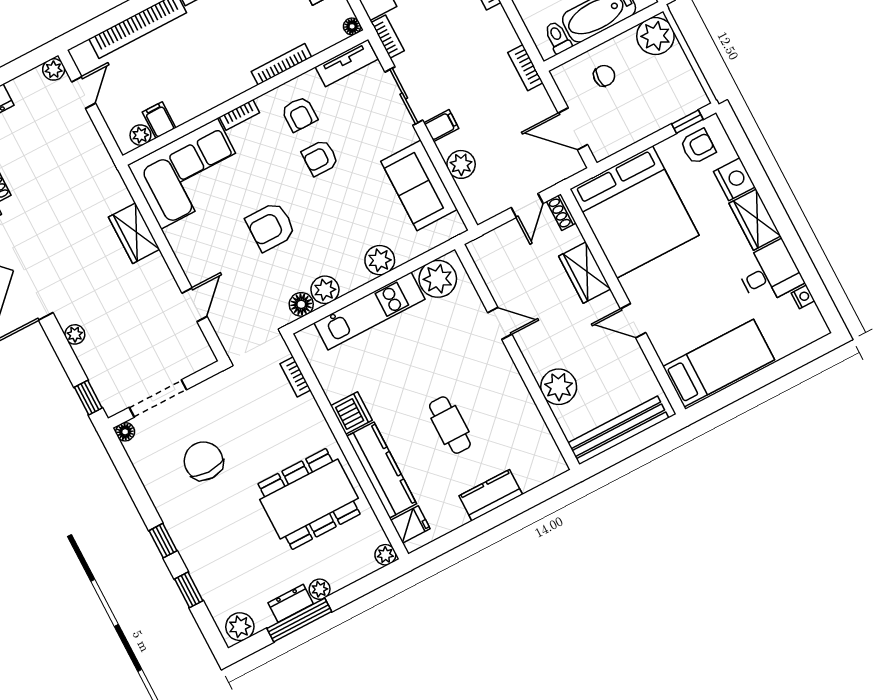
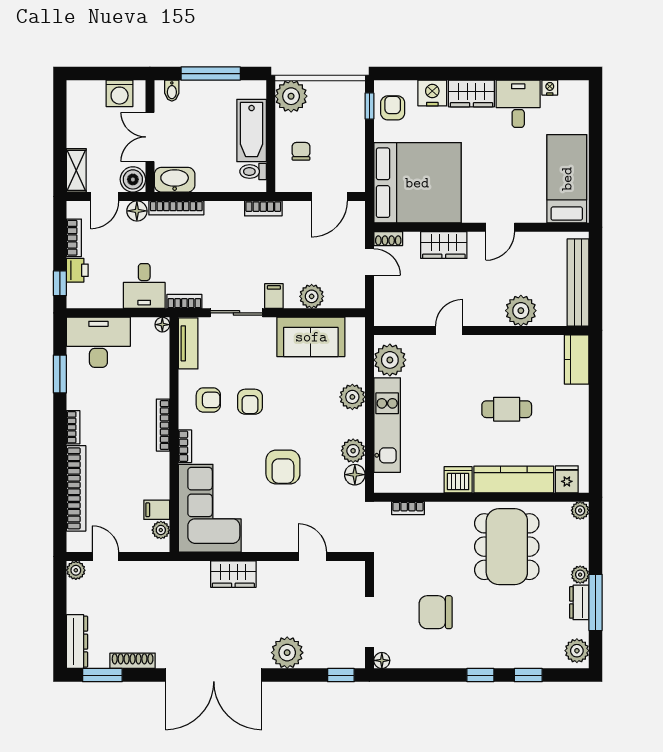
bookcase: (281, 64) -> (163, 425), moved
plant: (75, 334) -> (287, 653), width x1.87, depth x1.87
kitchen counter: (491, 495) -> (577, 359), moved

